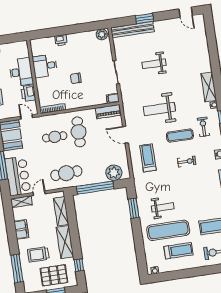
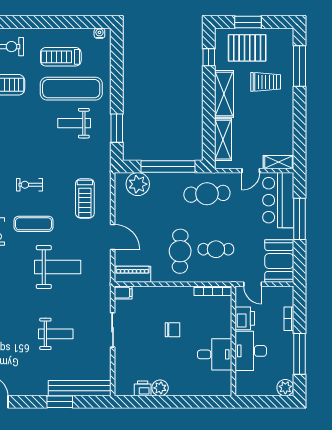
plant: (102, 34) -> (160, 388), moved
printer: (61, 40) -> (143, 388), moved
filing cabinet: (21, 229) -> (285, 122), removed

